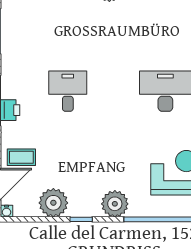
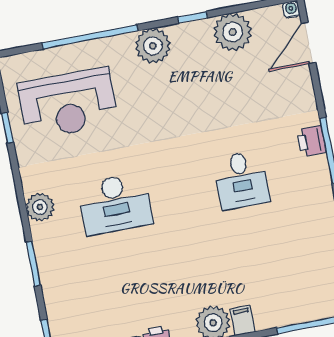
coffee table: (21, 157) -> (285, 83), removed

